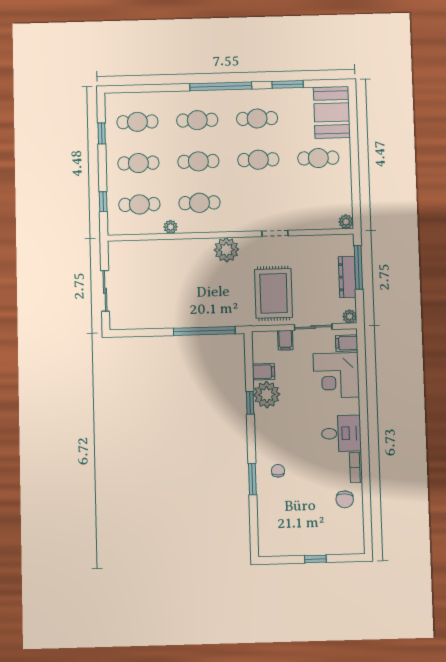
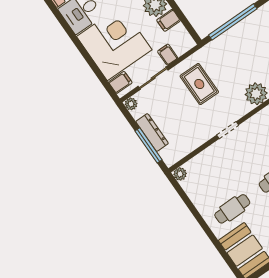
rug: (274, 293) -> (199, 84), width x0.73, depth x0.70
corner desk: (336, 375) -> (114, 43), width x1.36, depth x1.36

